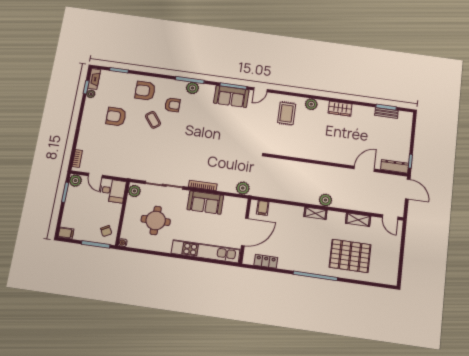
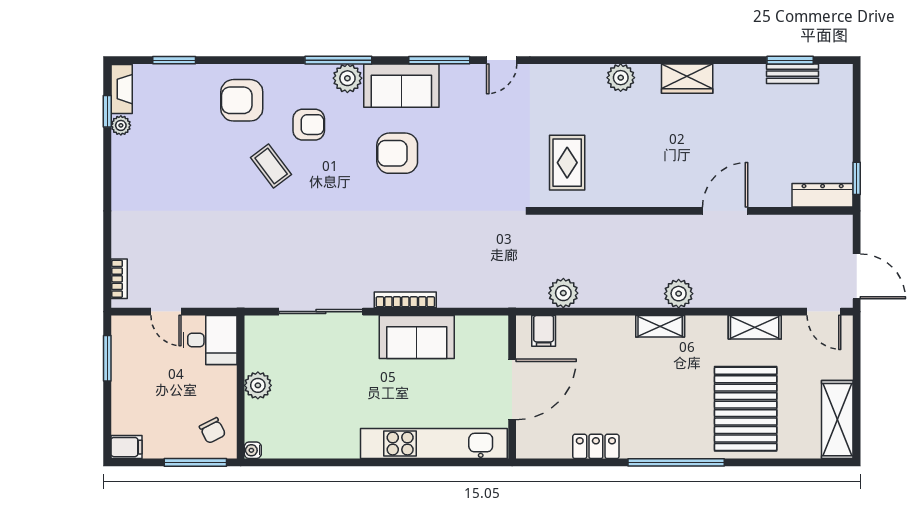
sofa: (231, 96) -> (401, 86), moved
rug: (287, 113) -> (567, 163), moved
armchair: (116, 117) -> (397, 153), moved
door: (364, 169) -> (725, 211), moved
plant: (75, 181) -> (125, 329), removed
plant: (243, 188) -> (563, 293), moved
door: (408, 189) -> (857, 276), moved
plant: (134, 191) -> (258, 385), moved
round table: (156, 220) -> (315, 392), removed
pallet: (350, 256) -> (746, 409), turned 90
locker: (266, 261) -> (596, 446), moved
shelving: (391, 267) -> (837, 420), added

